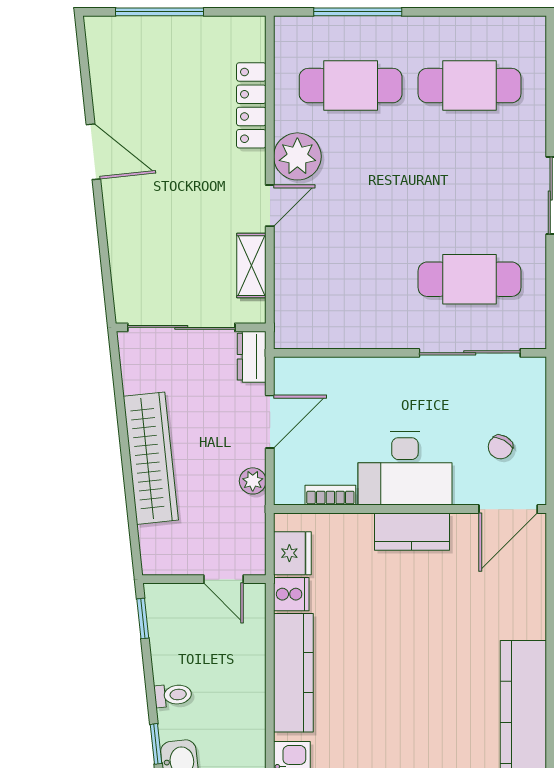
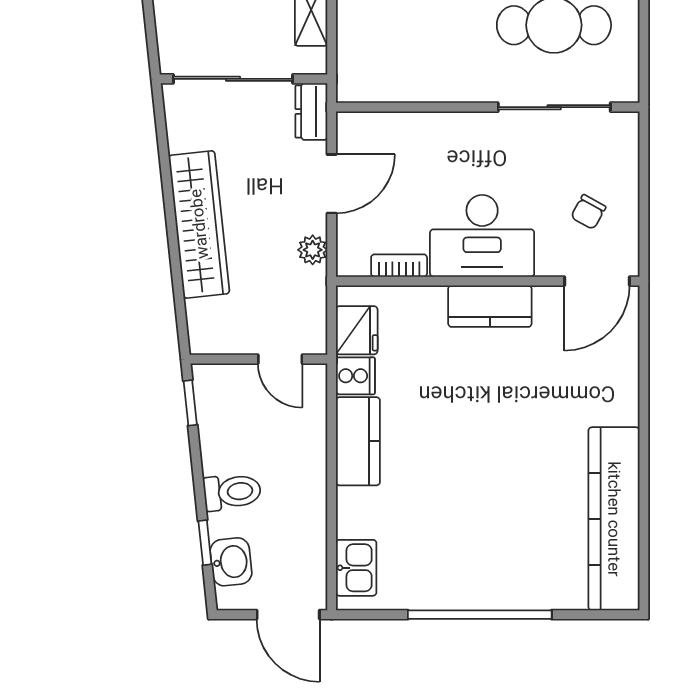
kitchen counter: (293, 673) -> (358, 441), width x0.67
toilet: (173, 695) -> (232, 492), width x1.37, depth x1.39

